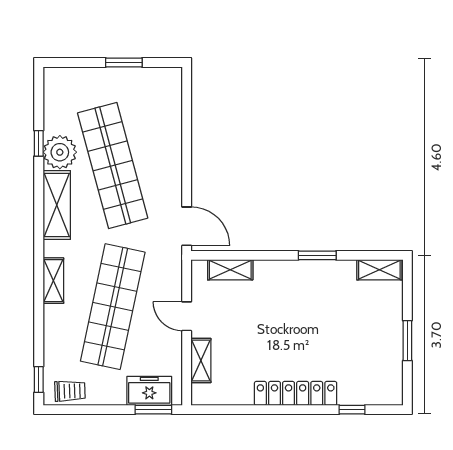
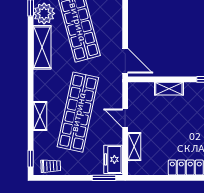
shelving: (230, 270) -> (169, 89), moved
shelving: (53, 281) -> (40, 116), moved
freezer: (149, 391) -> (113, 159), moved, turned -90

